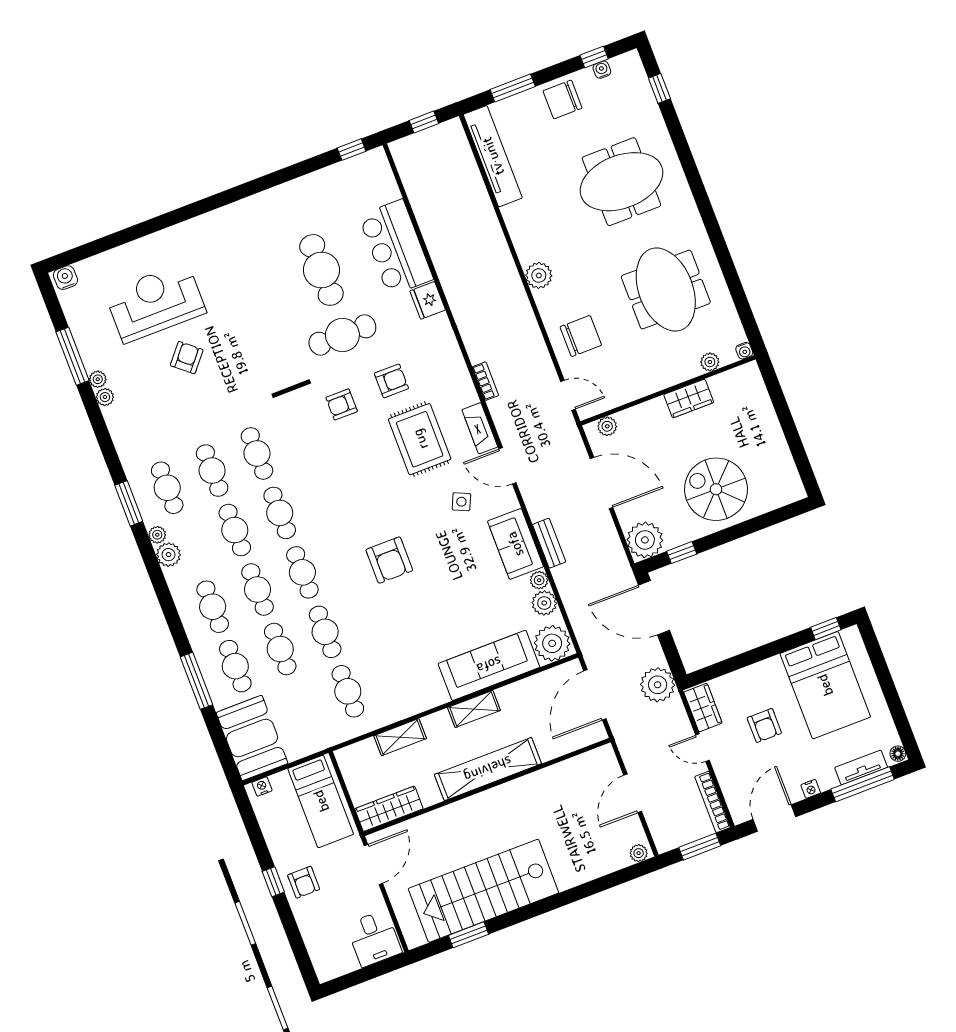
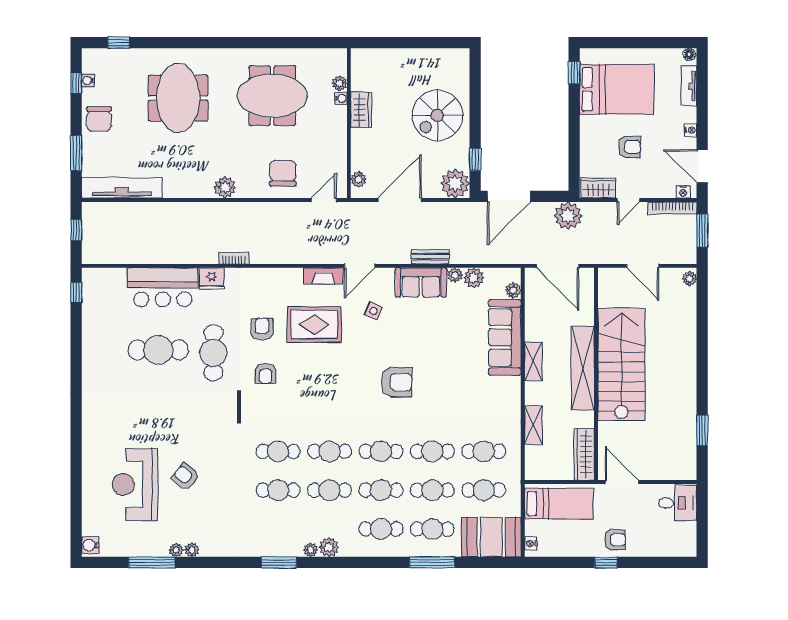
water cooler: (744, 351) -> (341, 98), moved
bookcase: (485, 381) -> (234, 258), moved
cafe table: (167, 488) -> (484, 490), moved
plant: (552, 643) -> (513, 290), width x0.53, depth x0.53
window: (863, 784) -> (702, 90), removed
nightstand: (736, 807) -> (683, 192), added
stairs: (483, 891) -> (621, 365), moved, turned 180

